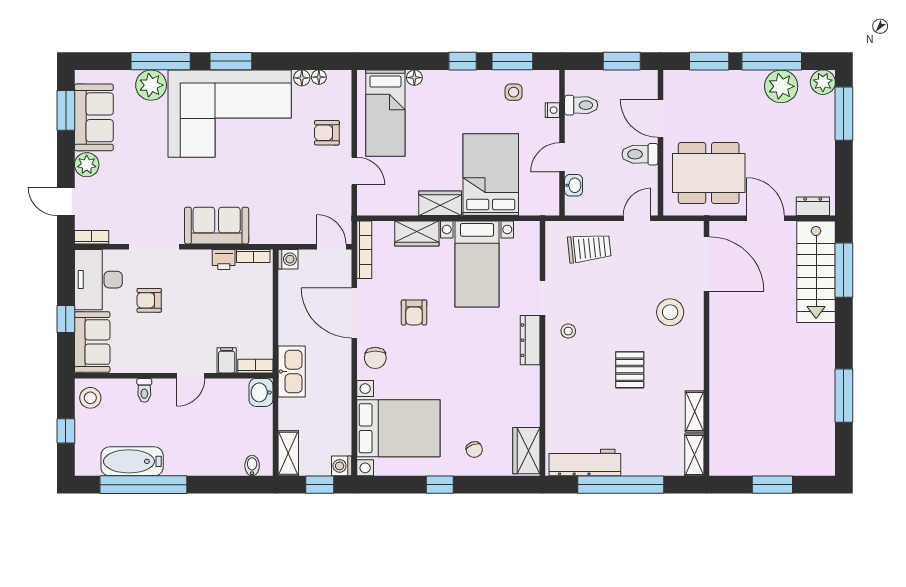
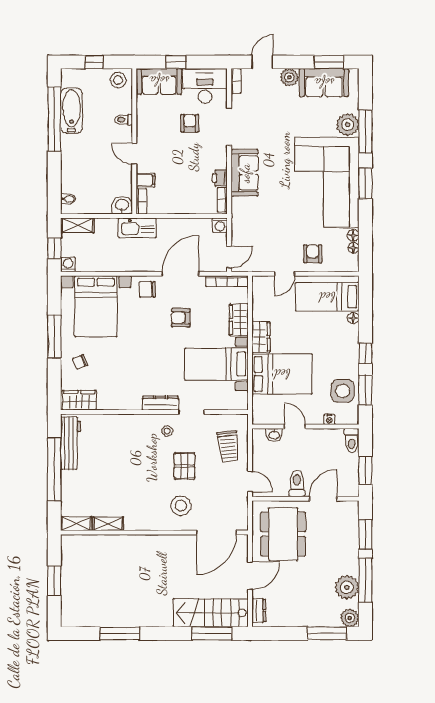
side table: (514, 92) -> (343, 391), width x1.87, depth x1.87
toilet: (581, 105) -> (352, 440), moved
pallet: (630, 370) -> (185, 466), moved, turned 90
window: (440, 485) -> (54, 337), width x2.17

